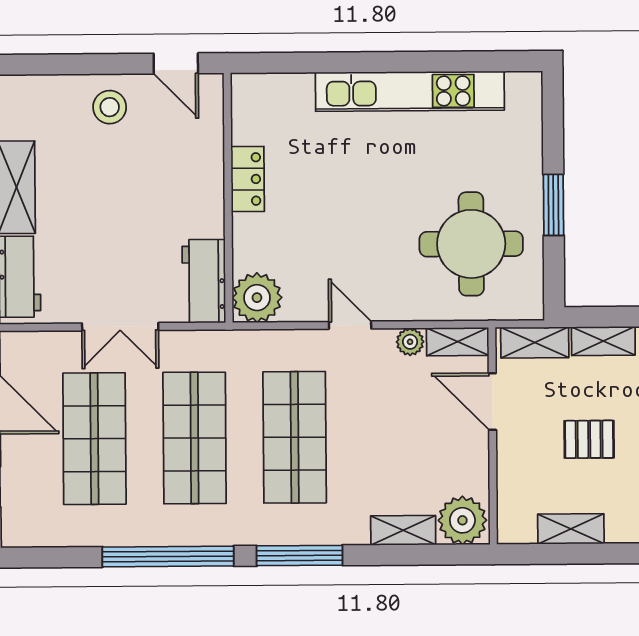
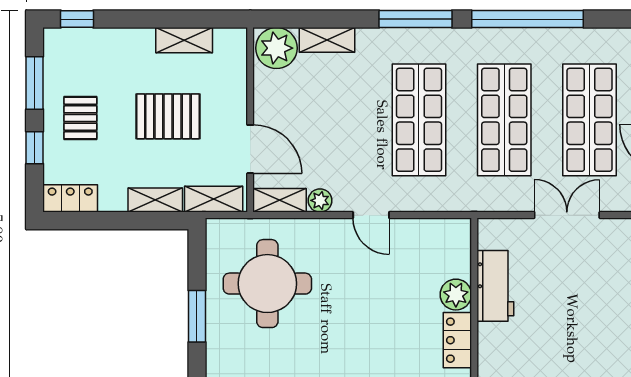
workbench: (204, 281) -> (495, 286), moved
plant: (257, 298) -> (456, 295), moved, width x0.73, depth x0.73
pallet: (589, 439) -> (168, 116), width x1.50, depth x1.42

